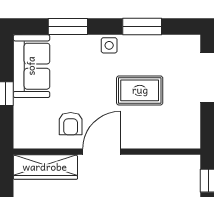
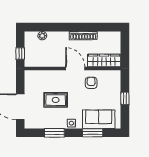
sofa: (31, 66) -> (99, 119), moved, turned 90
door: (102, 152) -> (75, 68), swing flipped

